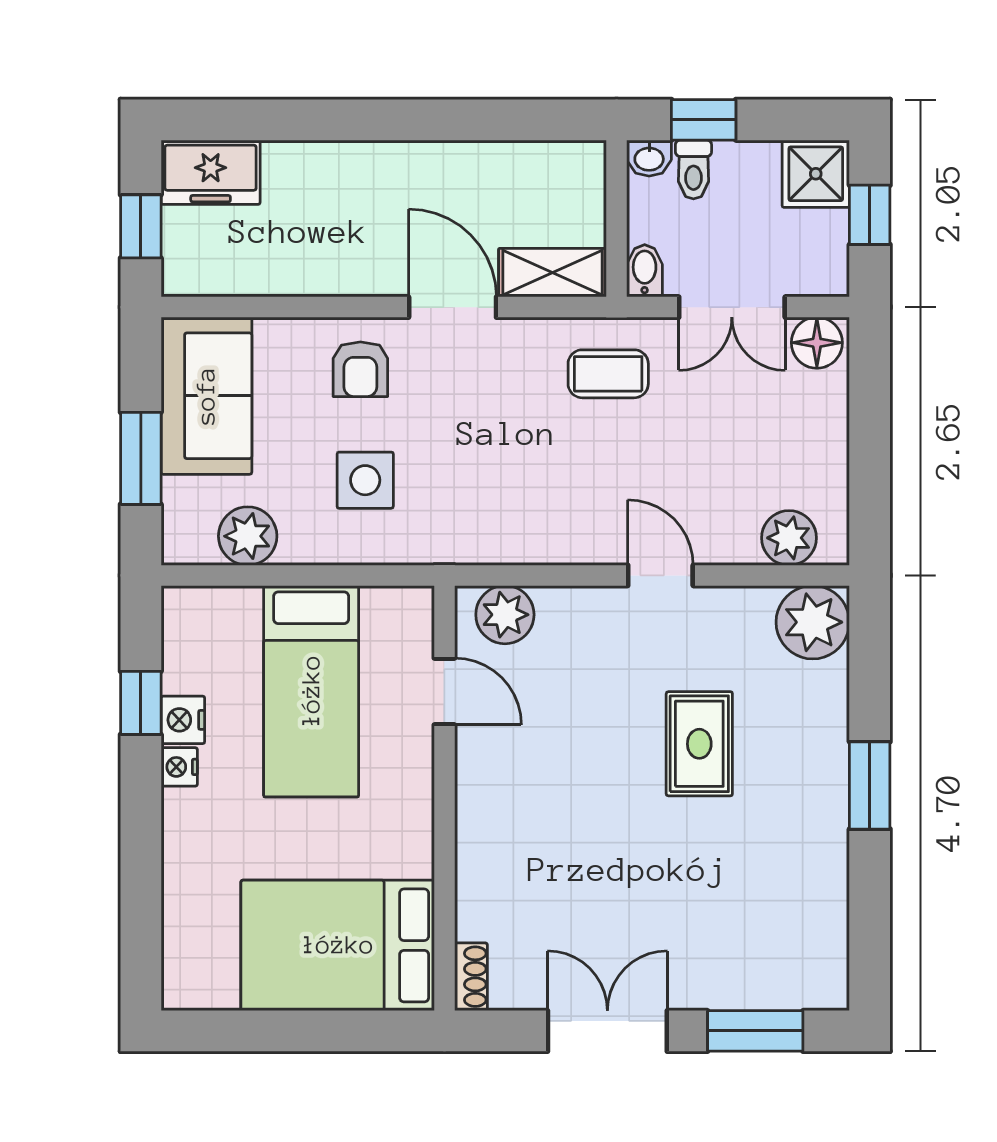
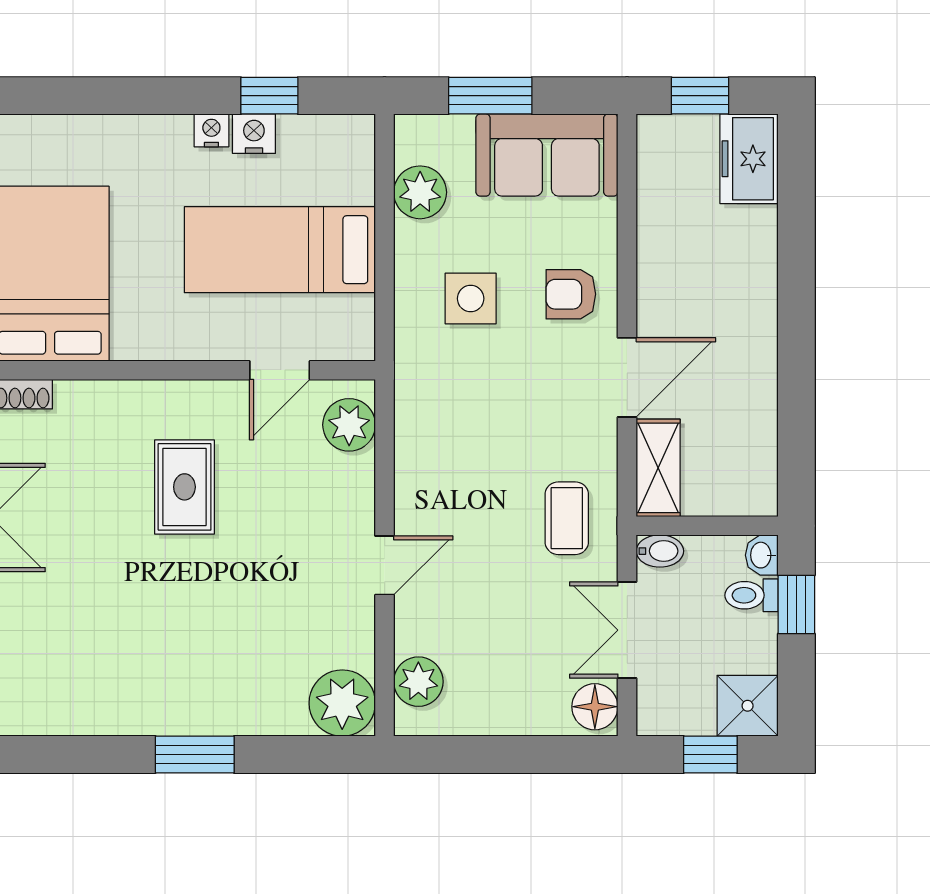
rug: (699, 744) -> (184, 487), moved, turned 90

